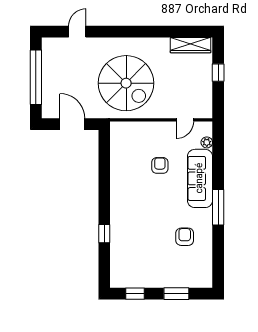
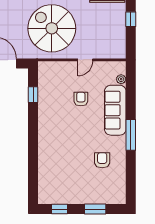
spiral stairs: (126, 83) -> (52, 28), turned 180
door: (185, 120) -> (85, 60), moved
window: (104, 234) -> (33, 95), moved

